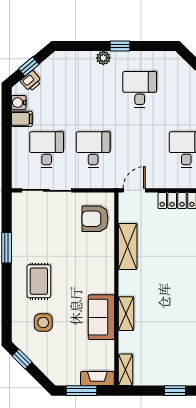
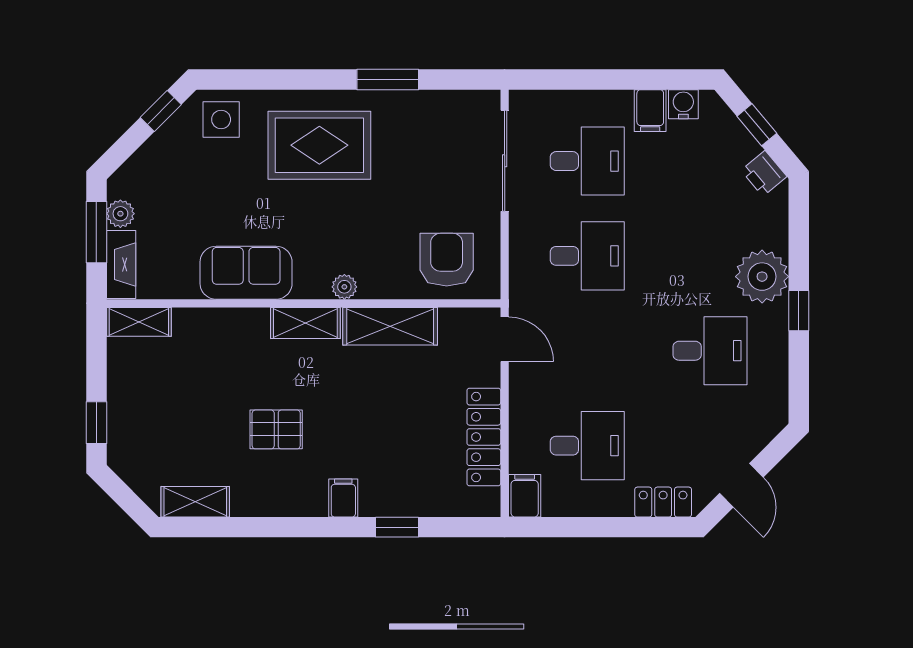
plant: (103, 58) -> (762, 277), width x1.88, depth x1.88
printer: (31, 81) -> (764, 173), moved
plant: (108, 269) -> (344, 287), added
rug: (39, 281) -> (319, 145), width x1.36, depth x1.43
pallet: (178, 302) -> (276, 429), added
shelving: (126, 314) -> (305, 323), moved
side table: (43, 322) -> (221, 119), moved
plant: (72, 379) -> (120, 214), added

